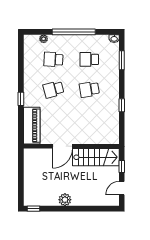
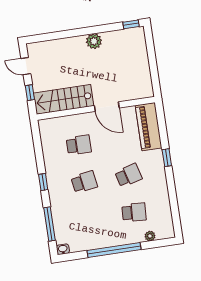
school desk: (89, 59) -> (79, 145), moved
window: (122, 60) -> (49, 224), width x1.44
window: (122, 105) -> (43, 182), moved
door: (62, 146) -> (107, 107), swing flipped
door: (122, 188) -> (26, 66), swing flipped

